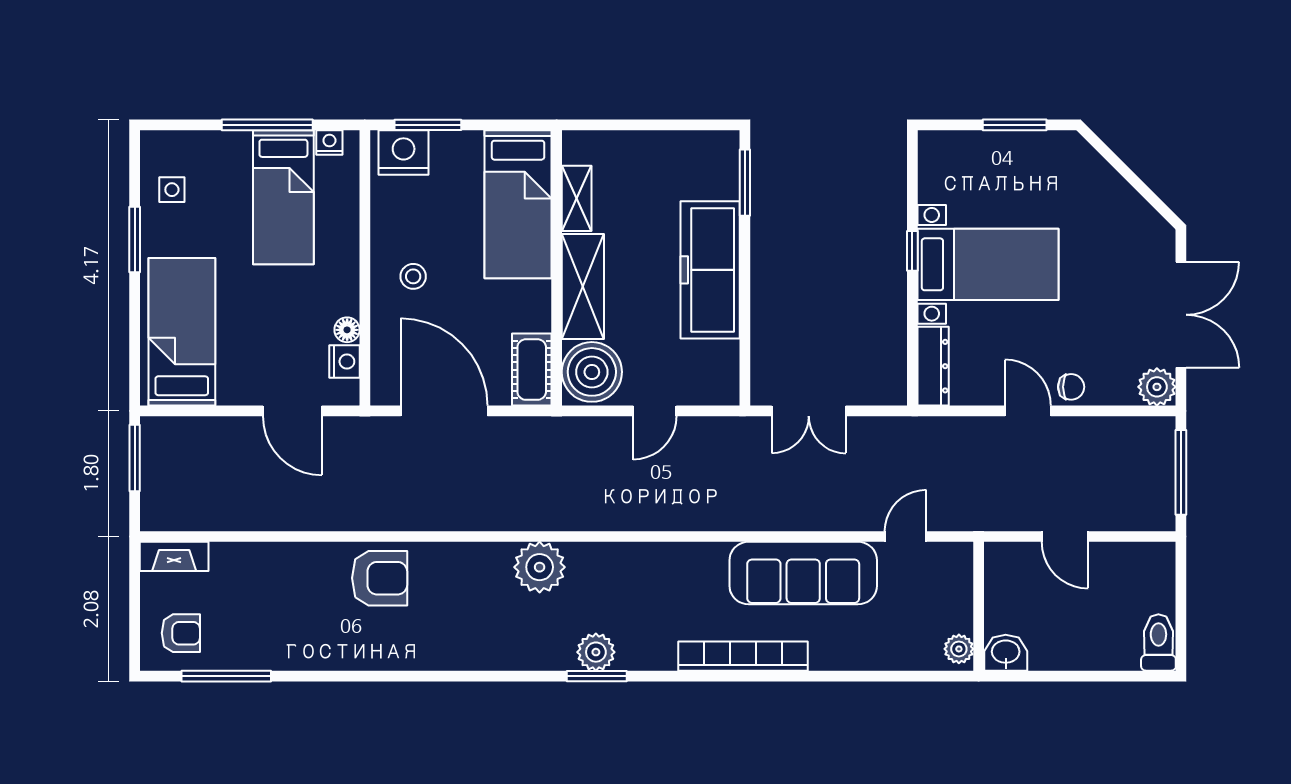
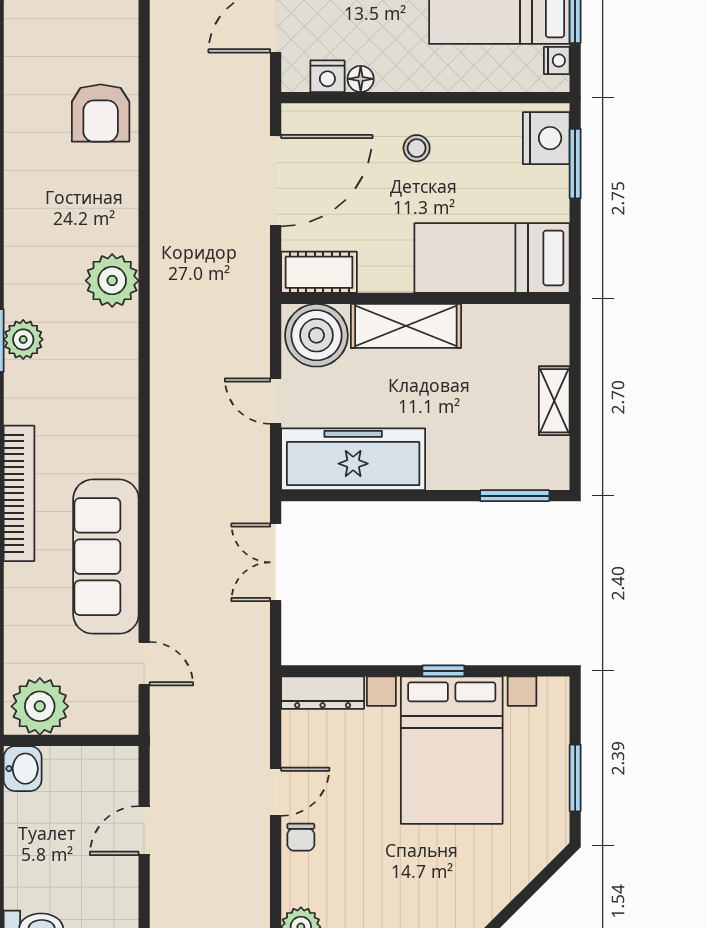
shelving: (577, 198) -> (554, 401), moved, turned 90
bed with nightstands: (988, 264) -> (452, 750), width x1.36
freezer: (710, 270) -> (353, 459), moved
plant: (959, 649) -> (40, 706), width x1.88, depth x1.88

